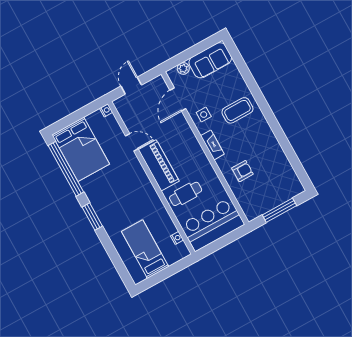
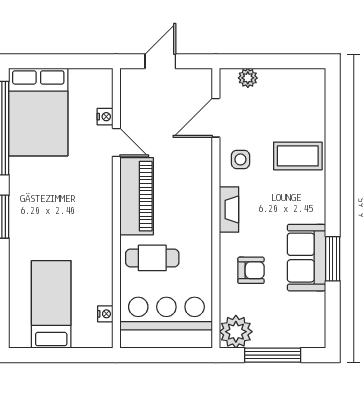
sofa: (210, 60) -> (307, 258), moved, turned 90
nightstand: (106, 110) -> (105, 117), moved
coffee table: (237, 110) -> (298, 156), moved
window: (283, 141) -> (333, 259), added
plant: (253, 209) -> (236, 332), added

